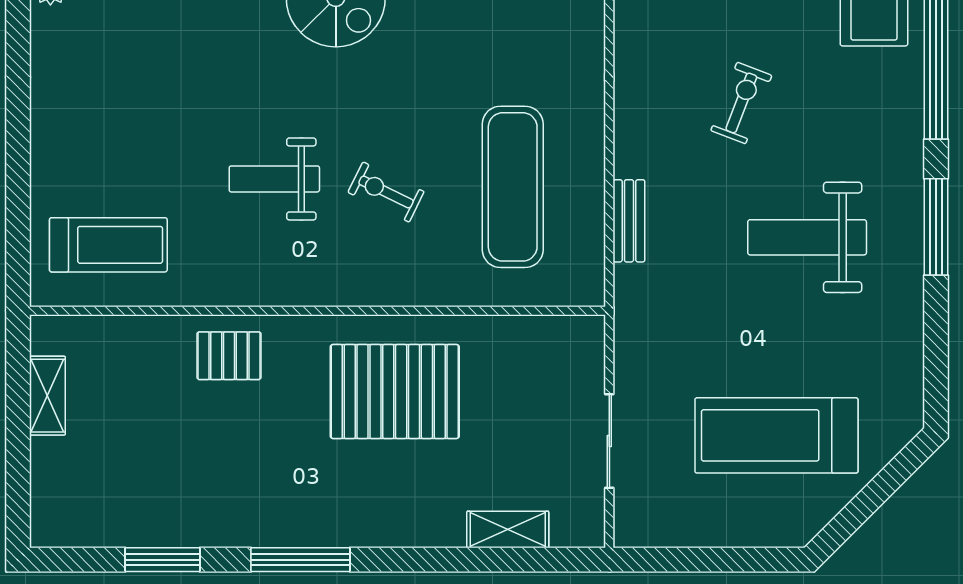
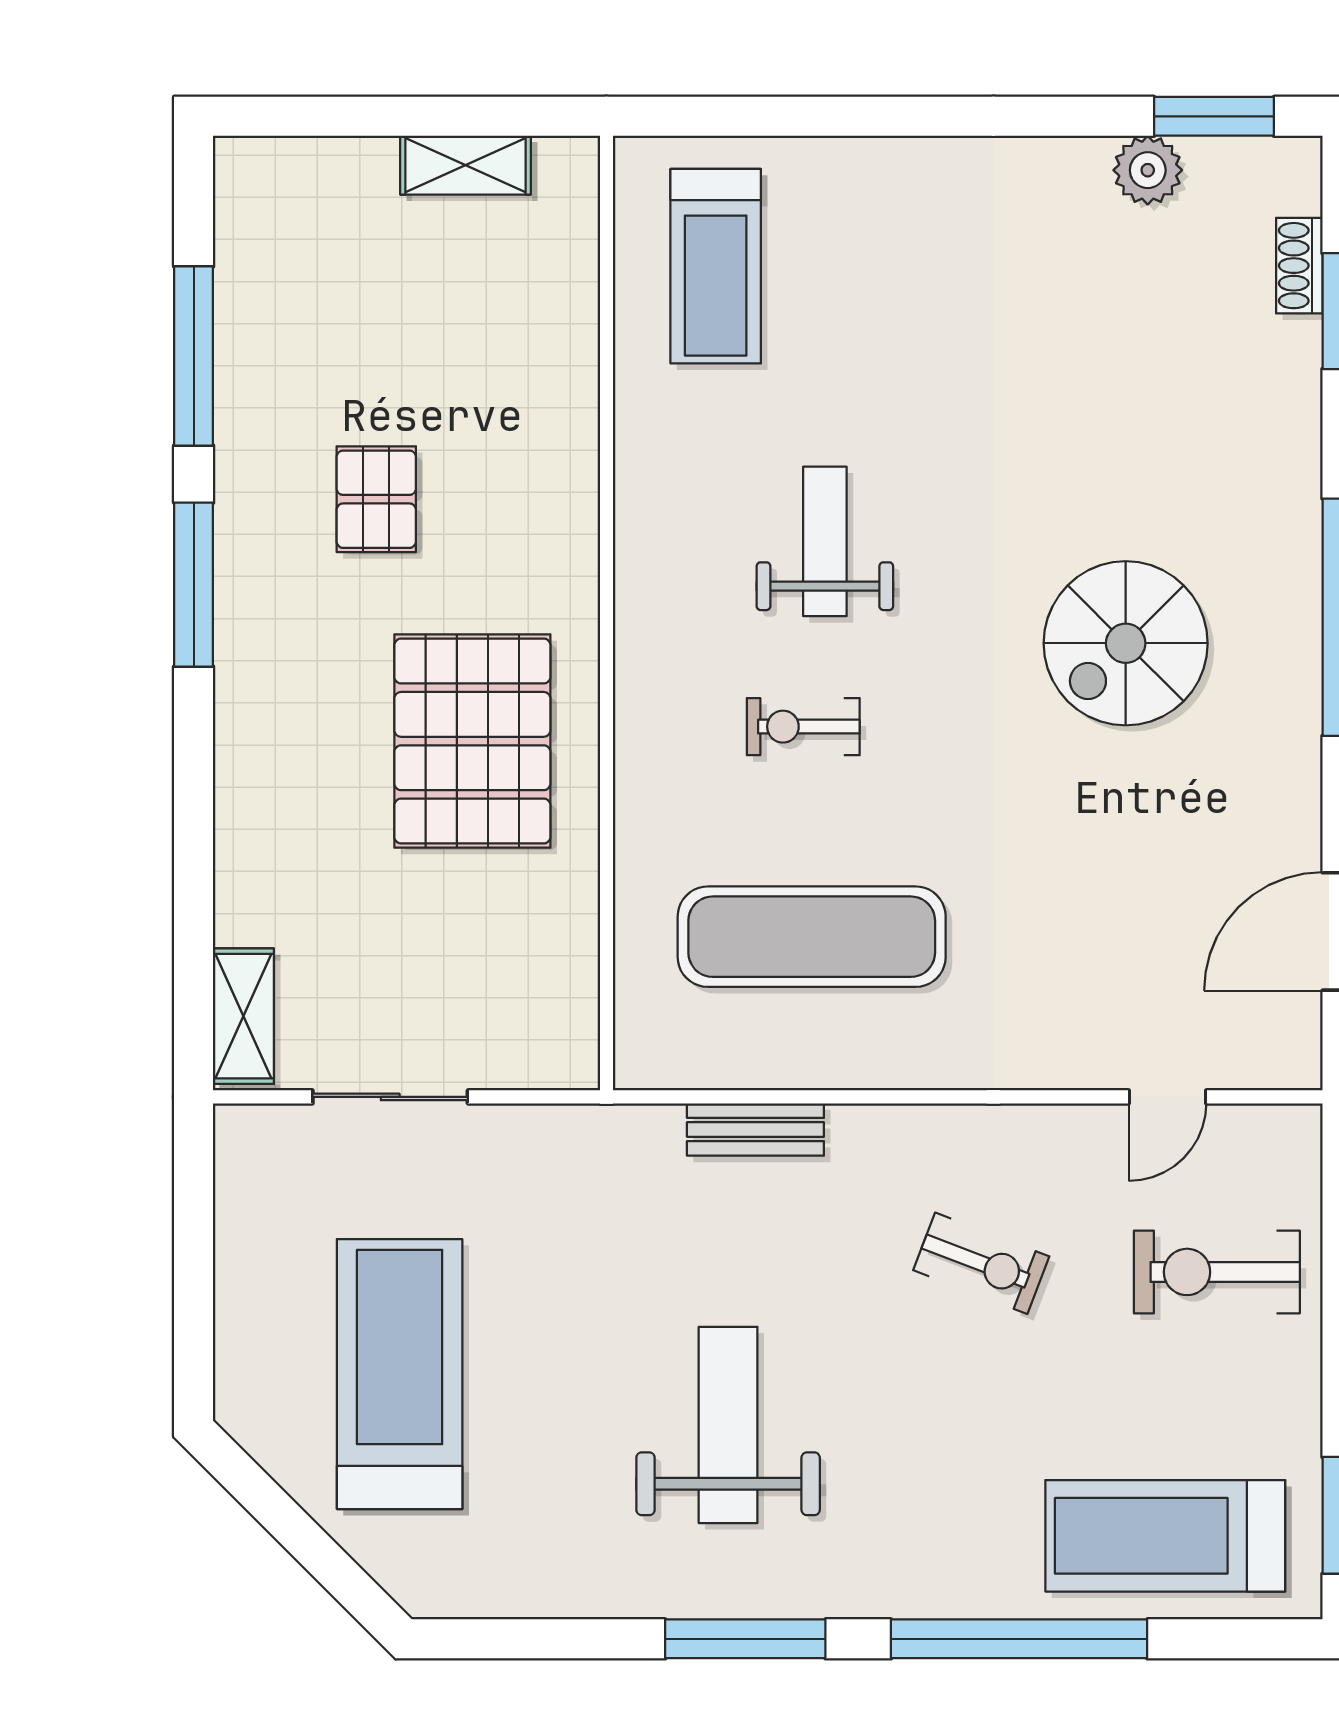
exercise bike: (741, 103) -> (981, 1263), moved
exercise bike: (386, 192) -> (803, 727), turned -116
pallet: (229, 356) -> (376, 499), moved
shelving: (508, 530) -> (243, 1016), moved
window: (163, 560) -> (194, 356), width x1.44

